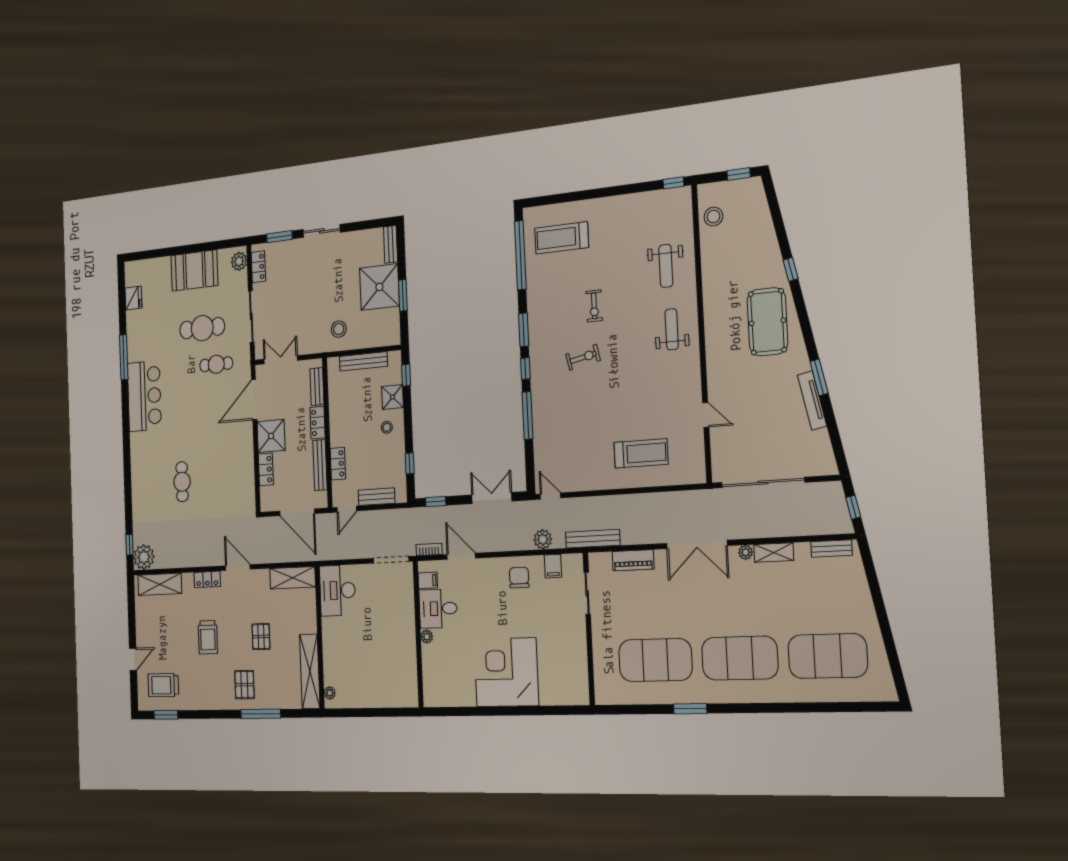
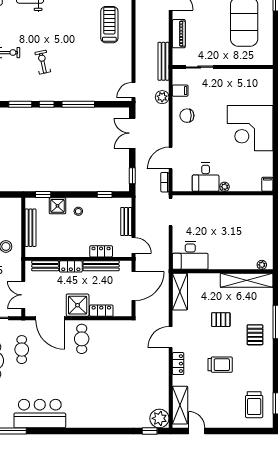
cafe table: (182, 482) -> (82, 339), moved, turned 90
filing cabinet: (428, 580) -> (267, 184), moved
door: (133, 659) -> (197, 431), moved
pallet: (244, 685) -> (255, 335), turned 90

